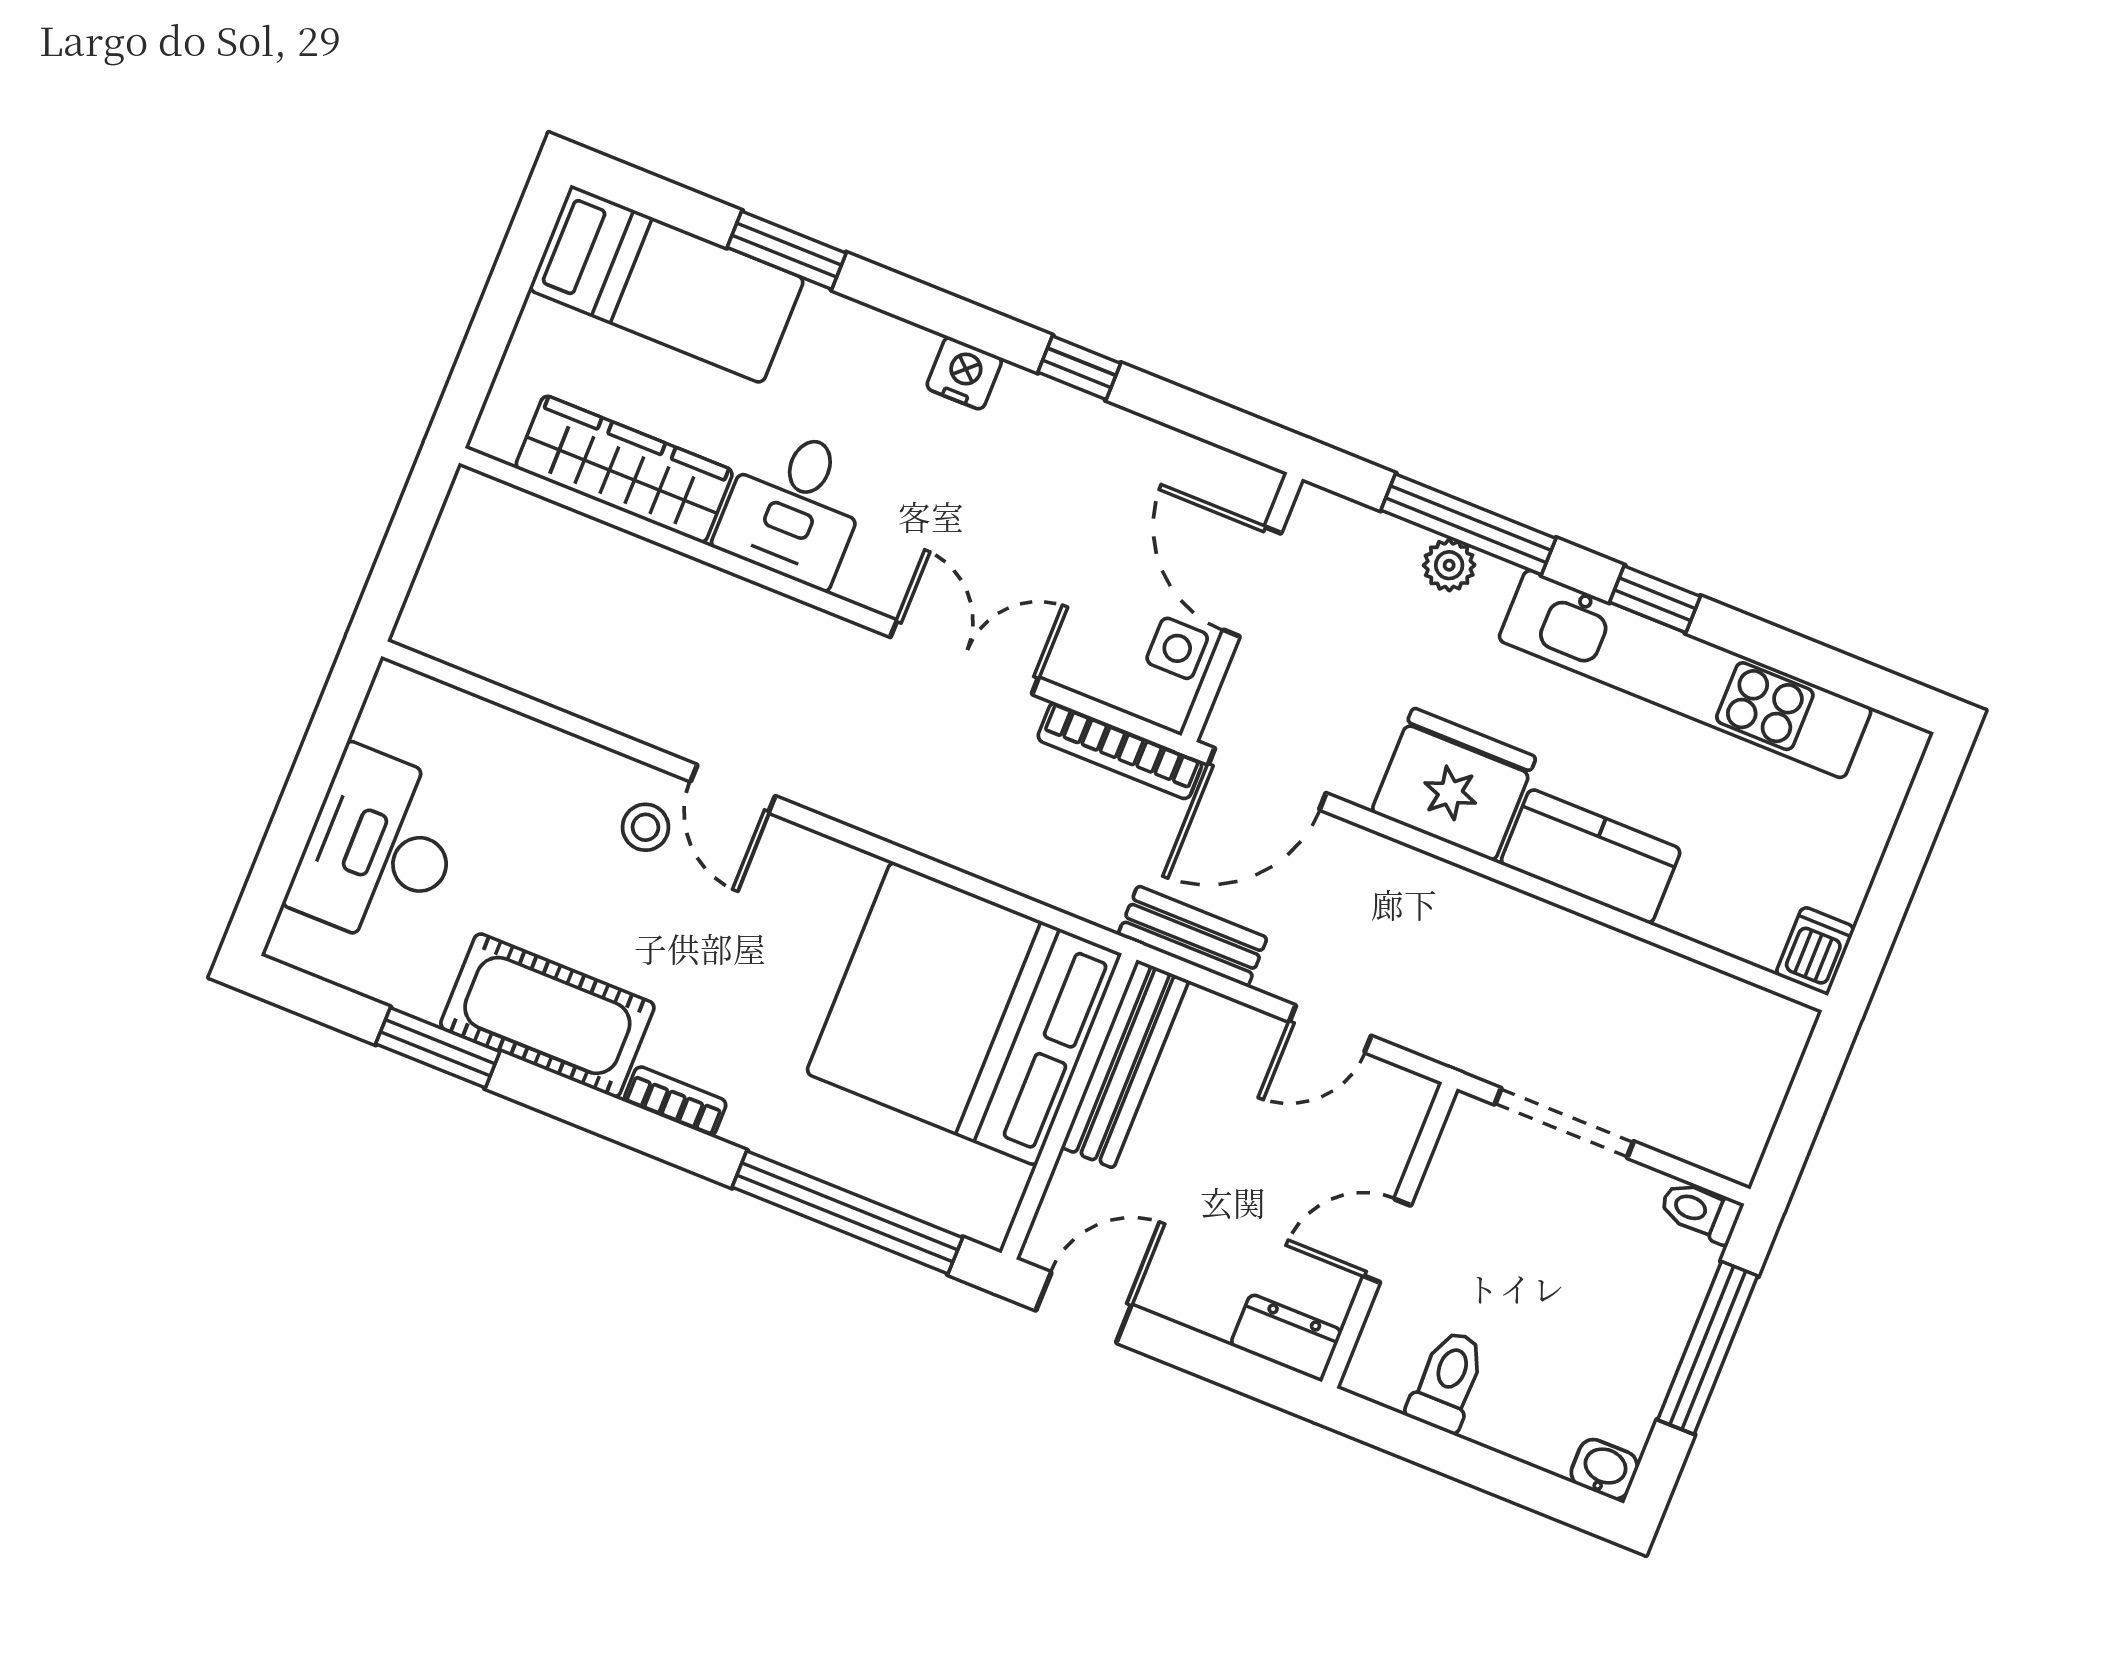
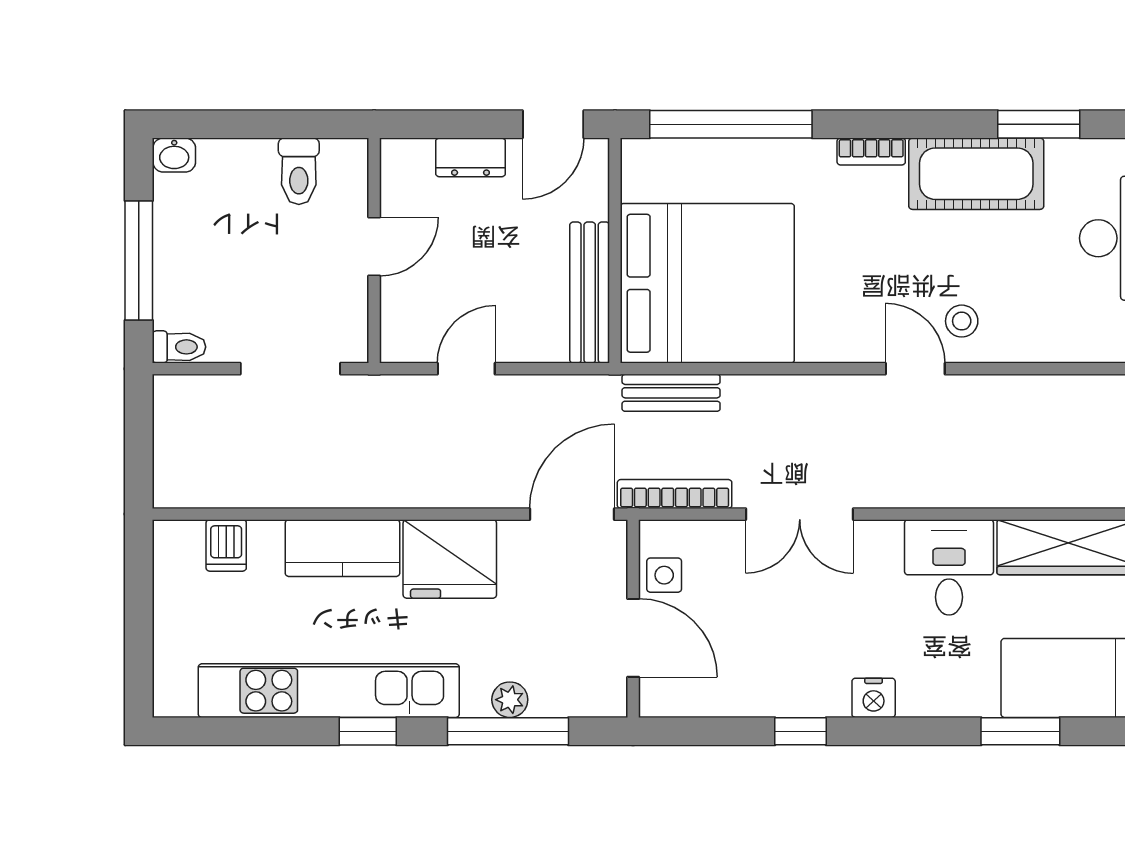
bench: (1193, 936) -> (671, 393), moved
dishwasher: (1815, 951) -> (226, 545), moved
dresser: (1286, 1338) -> (471, 157), moved

